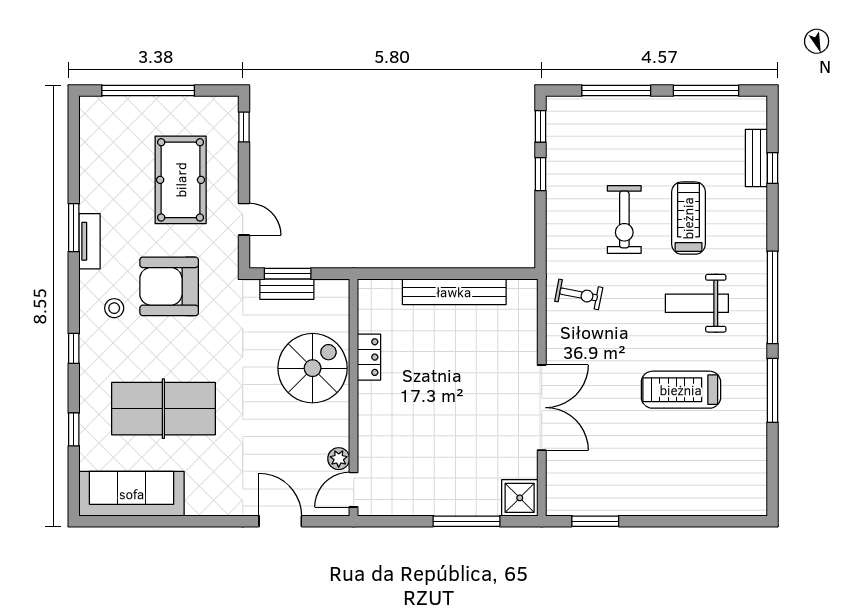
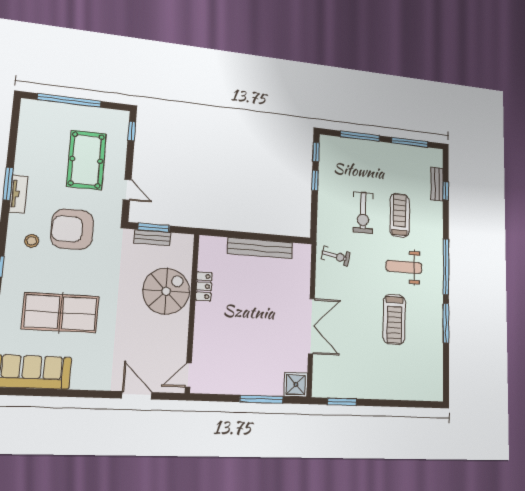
treadmill: (681, 390) -> (394, 319), turned -90
plant: (339, 459) -> (180, 353), removed

